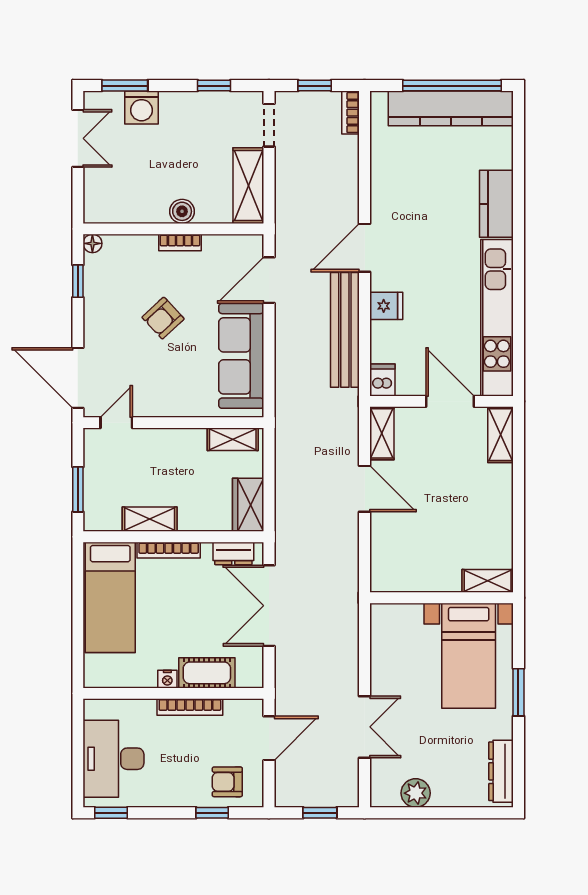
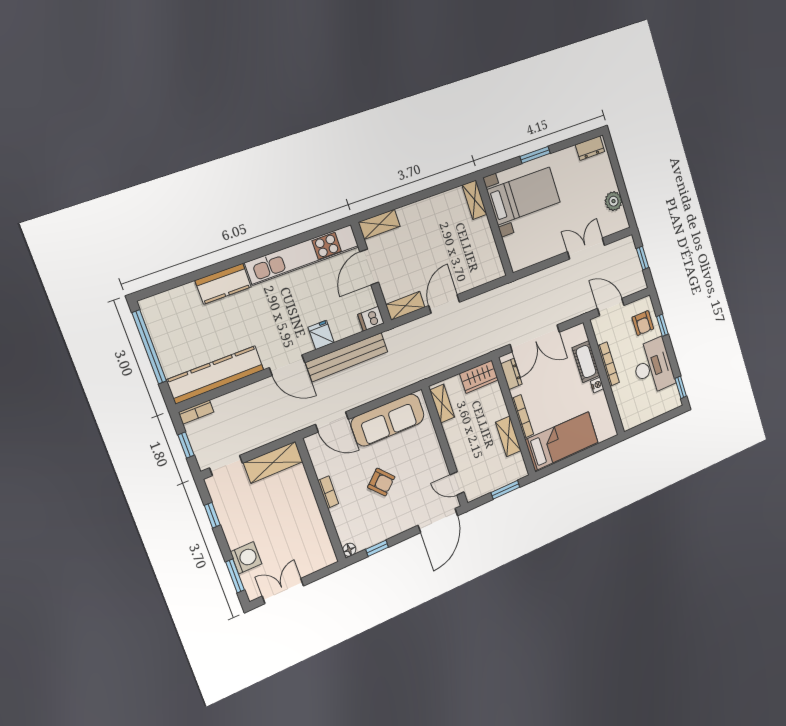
kitchen counter: (451, 108) -> (216, 375), moved, turned -90
boiler: (182, 211) -> (307, 500), removed
desk: (113, 759) -> (653, 367), moved, turned -90
dresser: (501, 771) -> (590, 148), width x0.70

